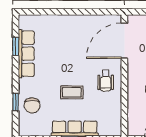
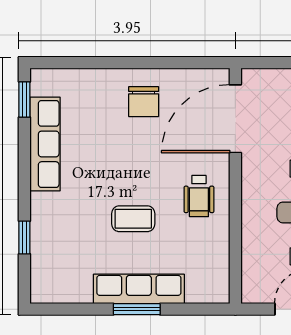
window: (16, 46) -> (24, 100), moved
chair: (32, 105) -> (144, 102), moved

